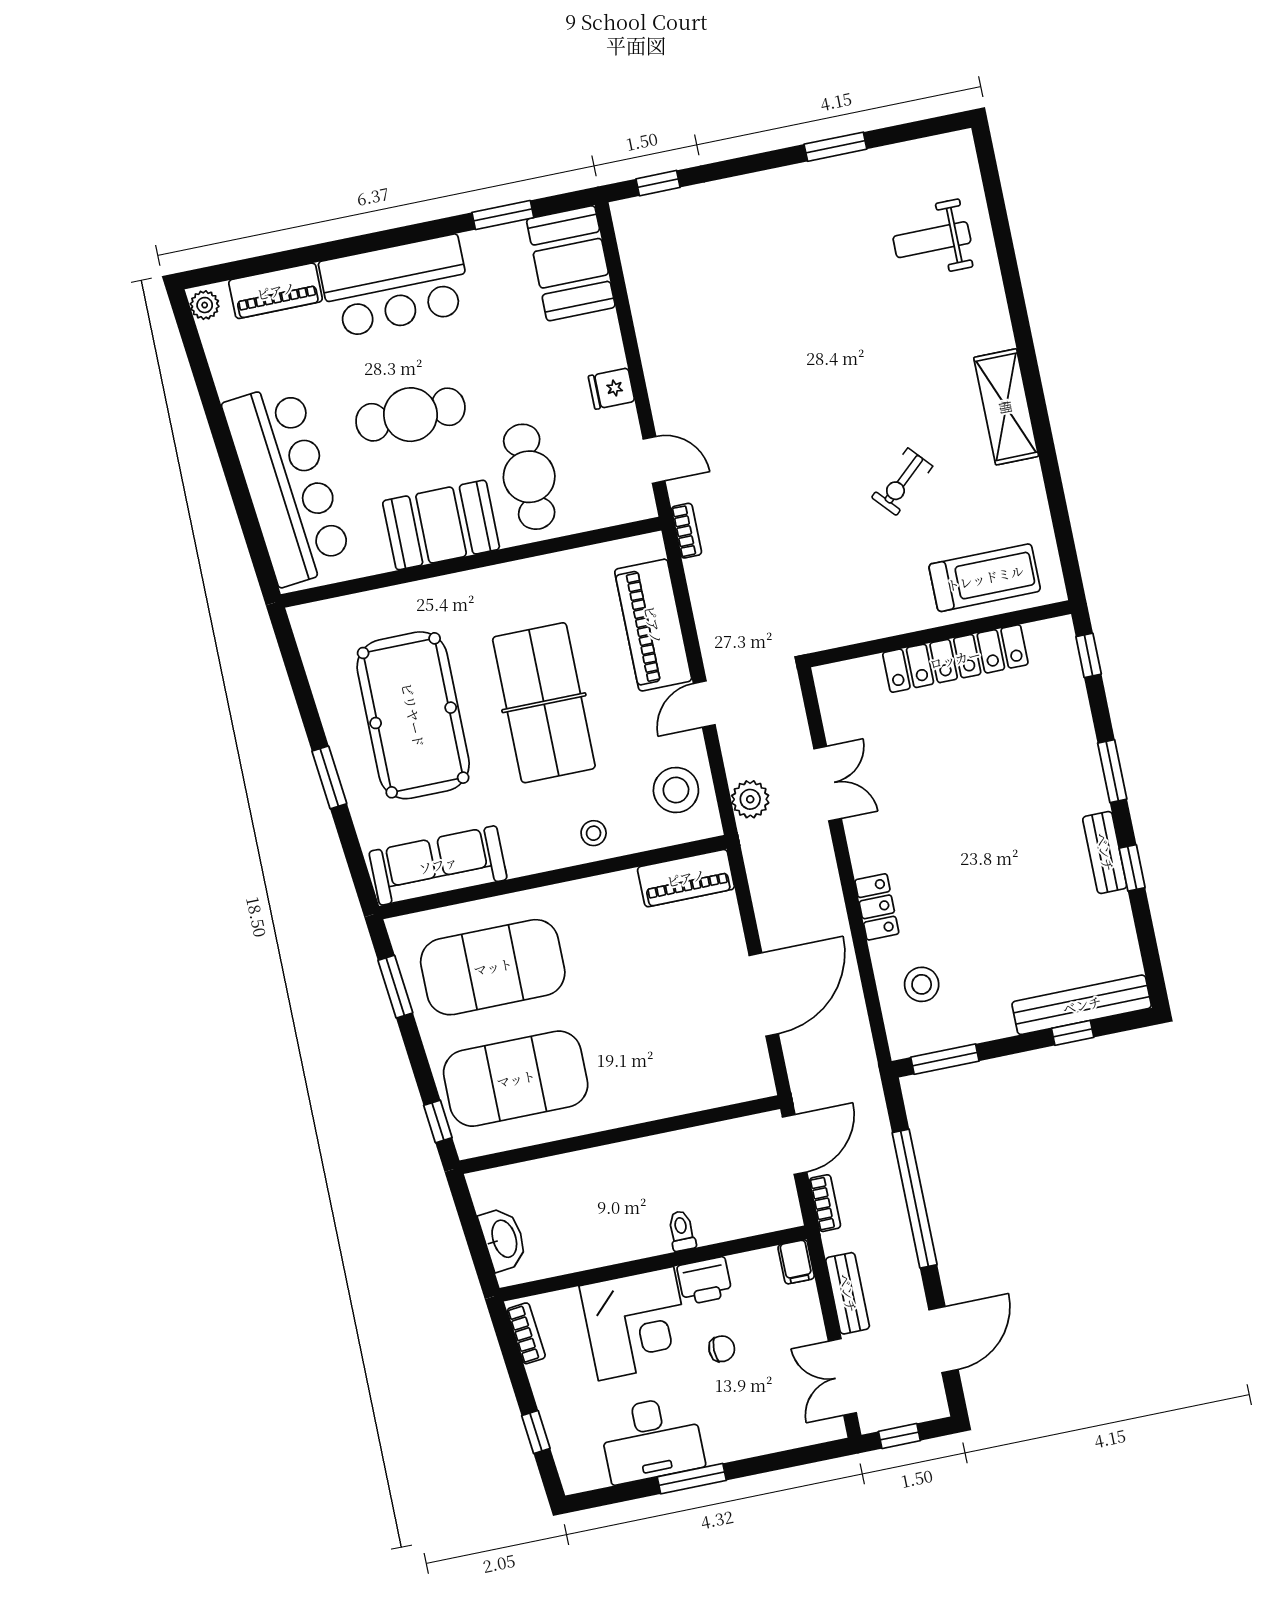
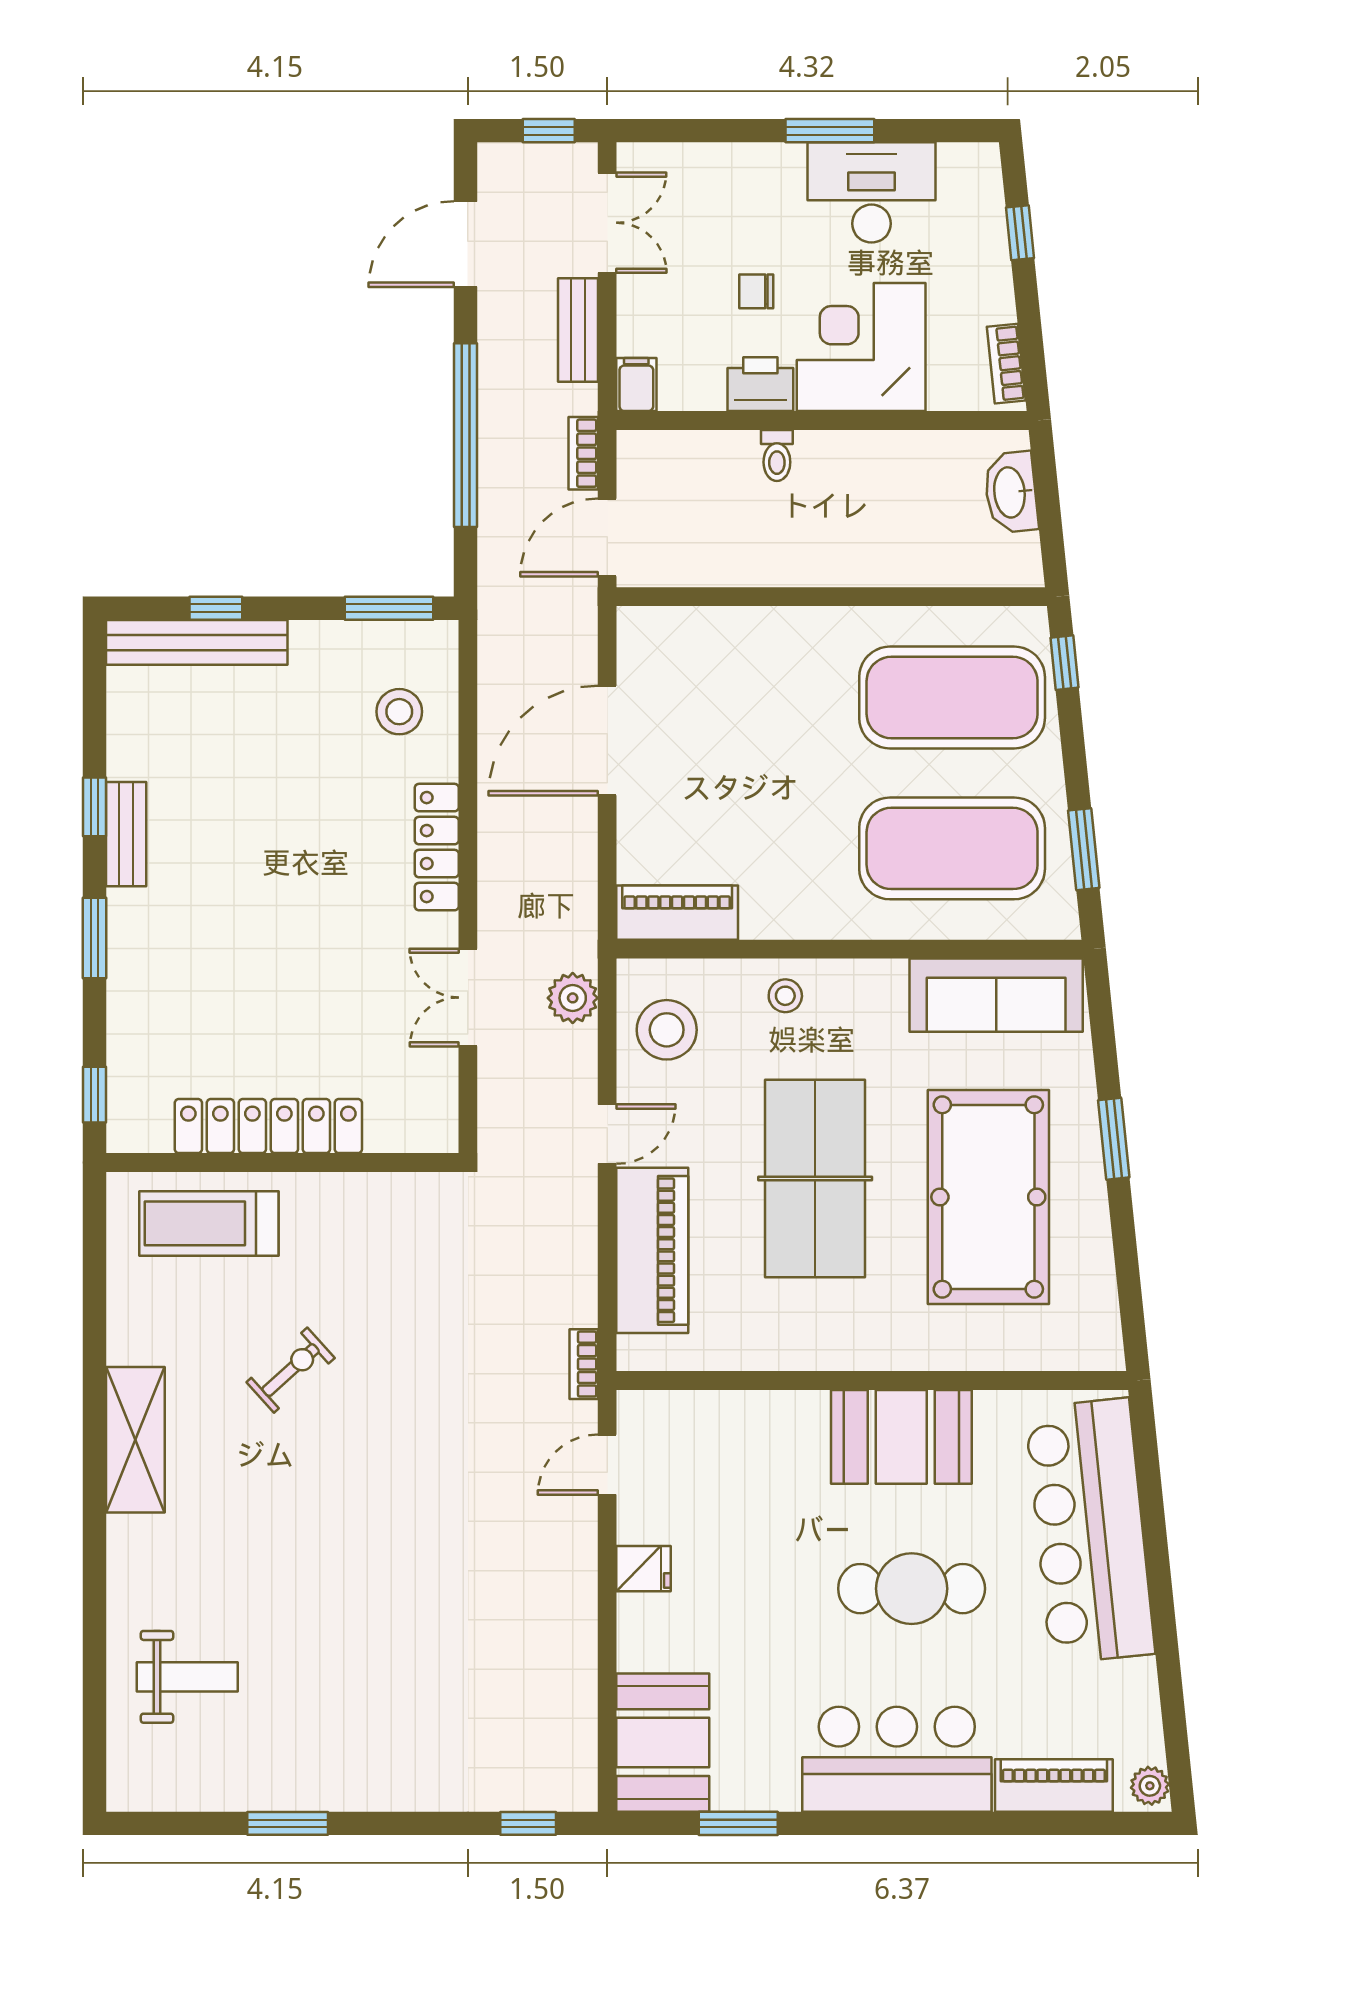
door: (654, 460) -> (607, 1465), hinge flipped
cafe table: (529, 477) -> (774, 1476), removed
locker: (877, 907) -> (437, 847), width x1.53

